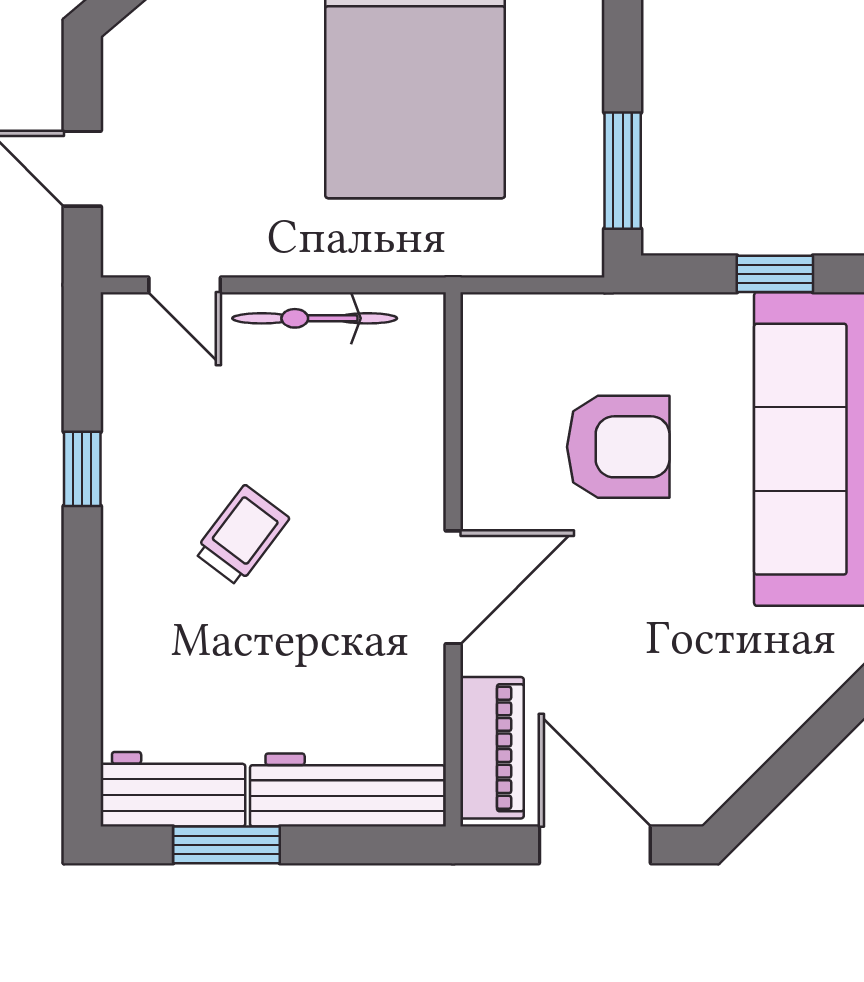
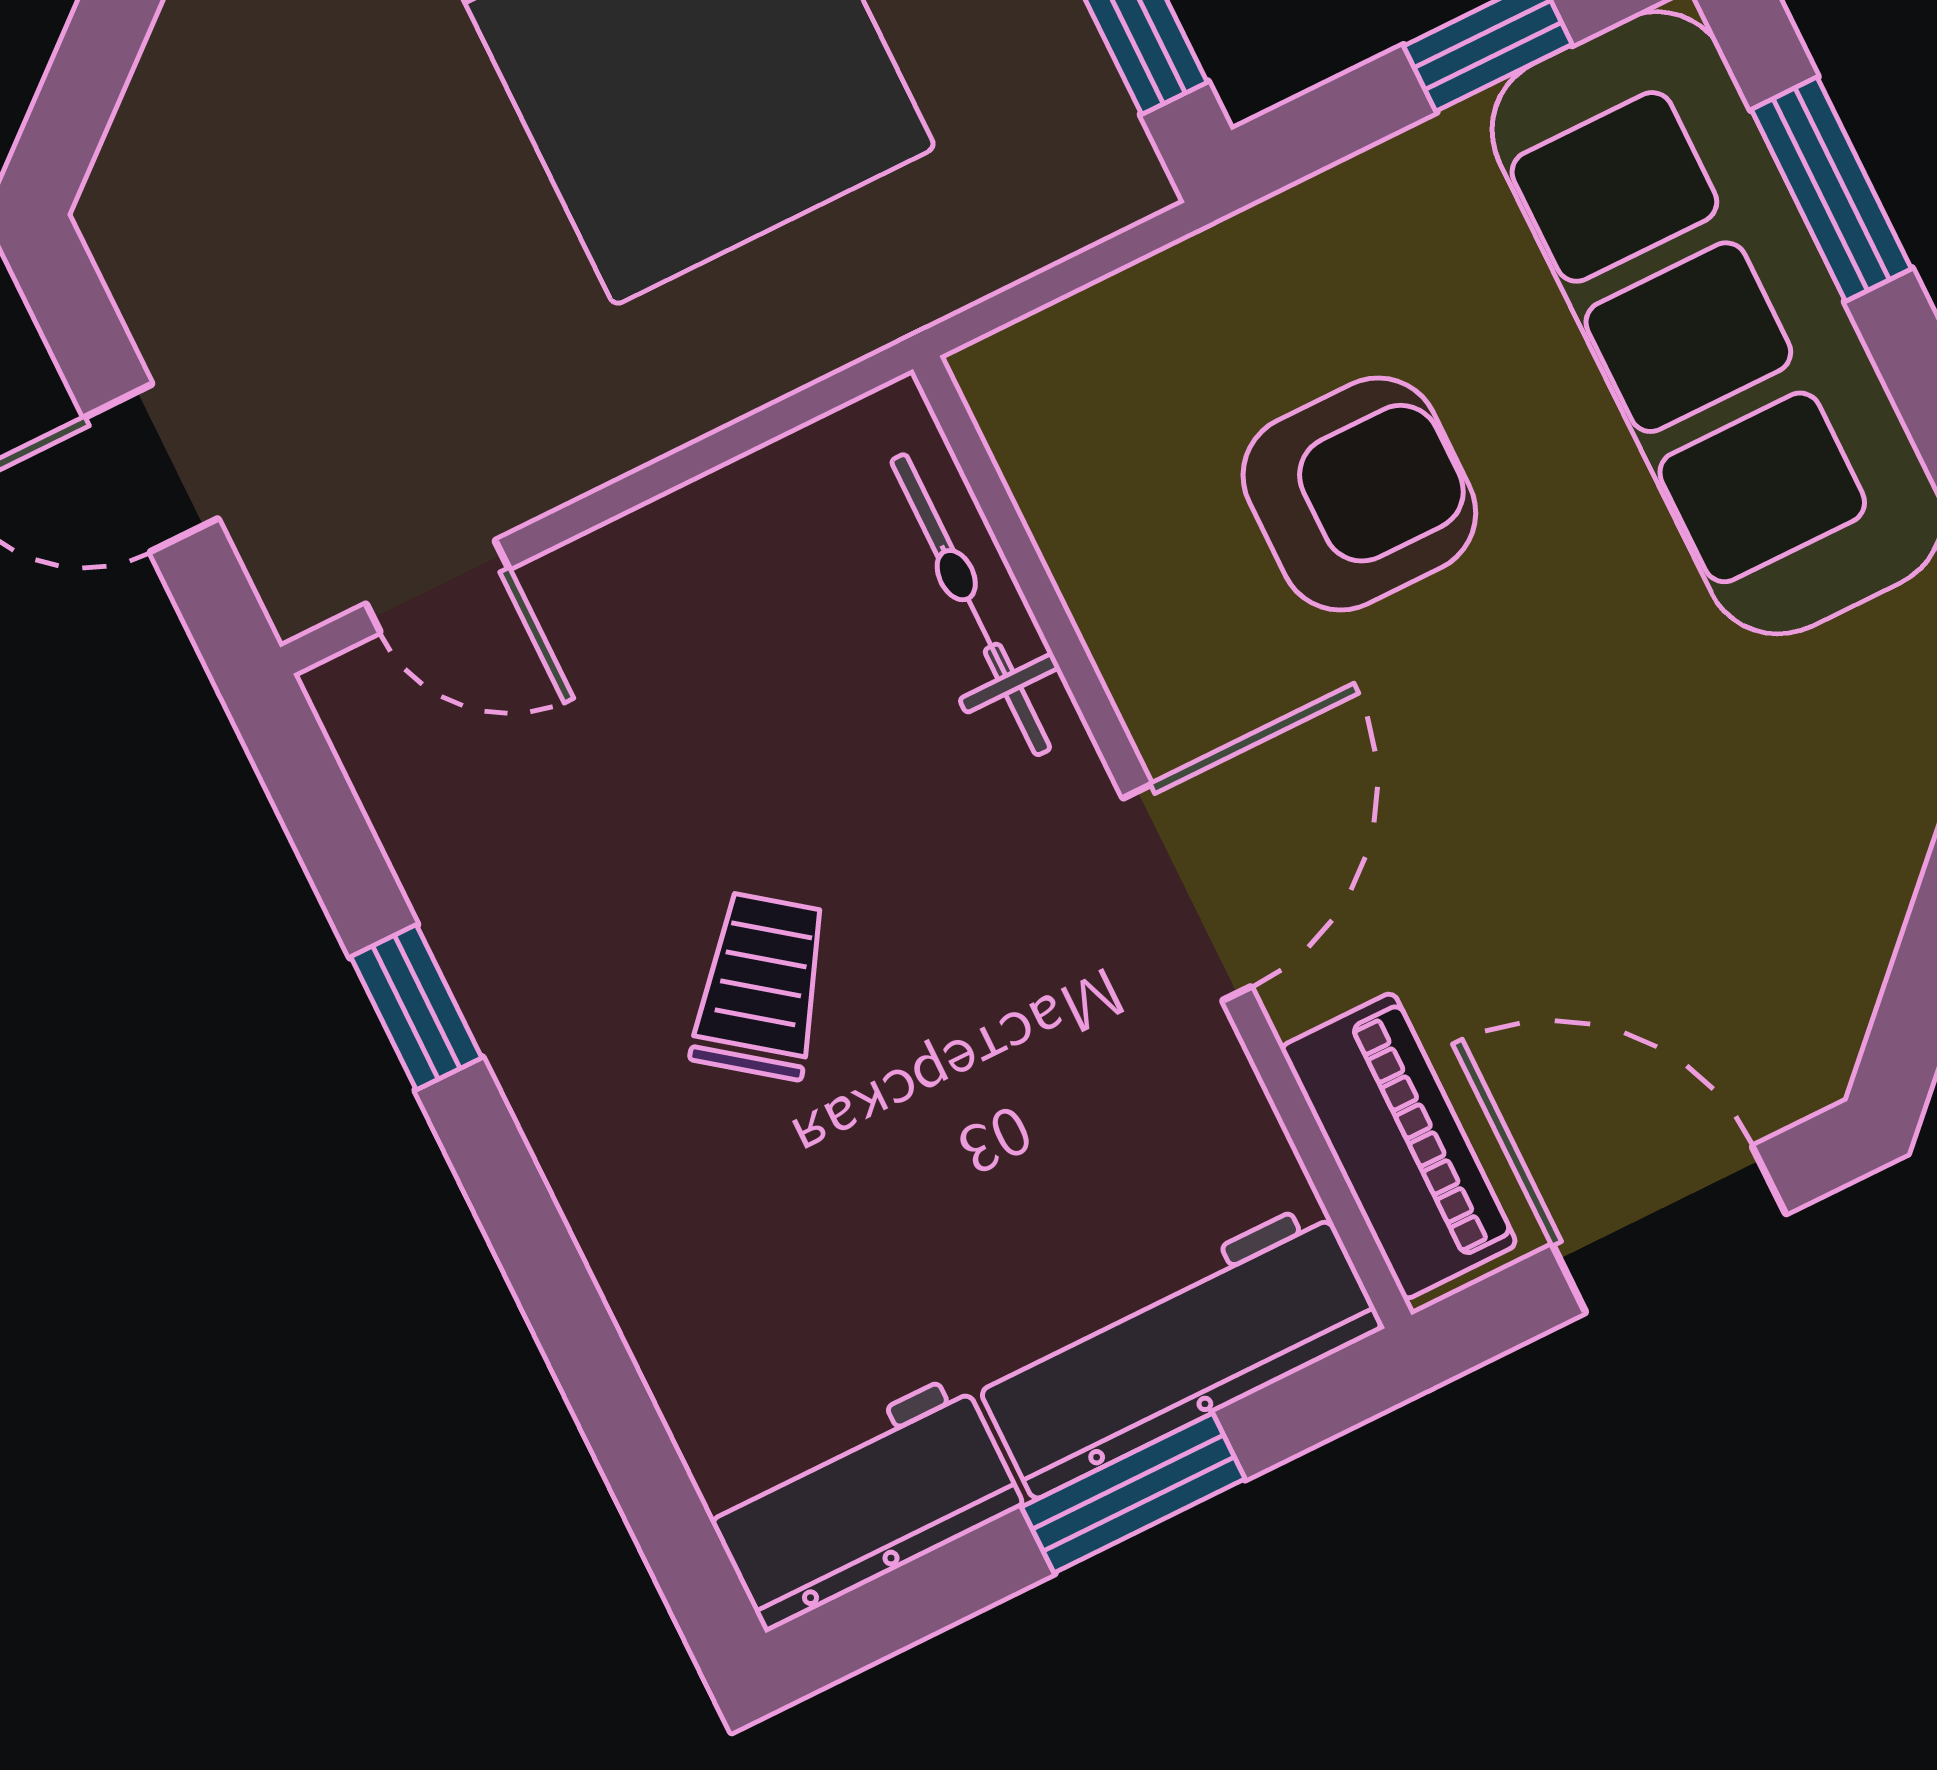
bicycle: (315, 318) -> (971, 605), moved, turned 90
window: (227, 845) -> (1133, 1493), moved

